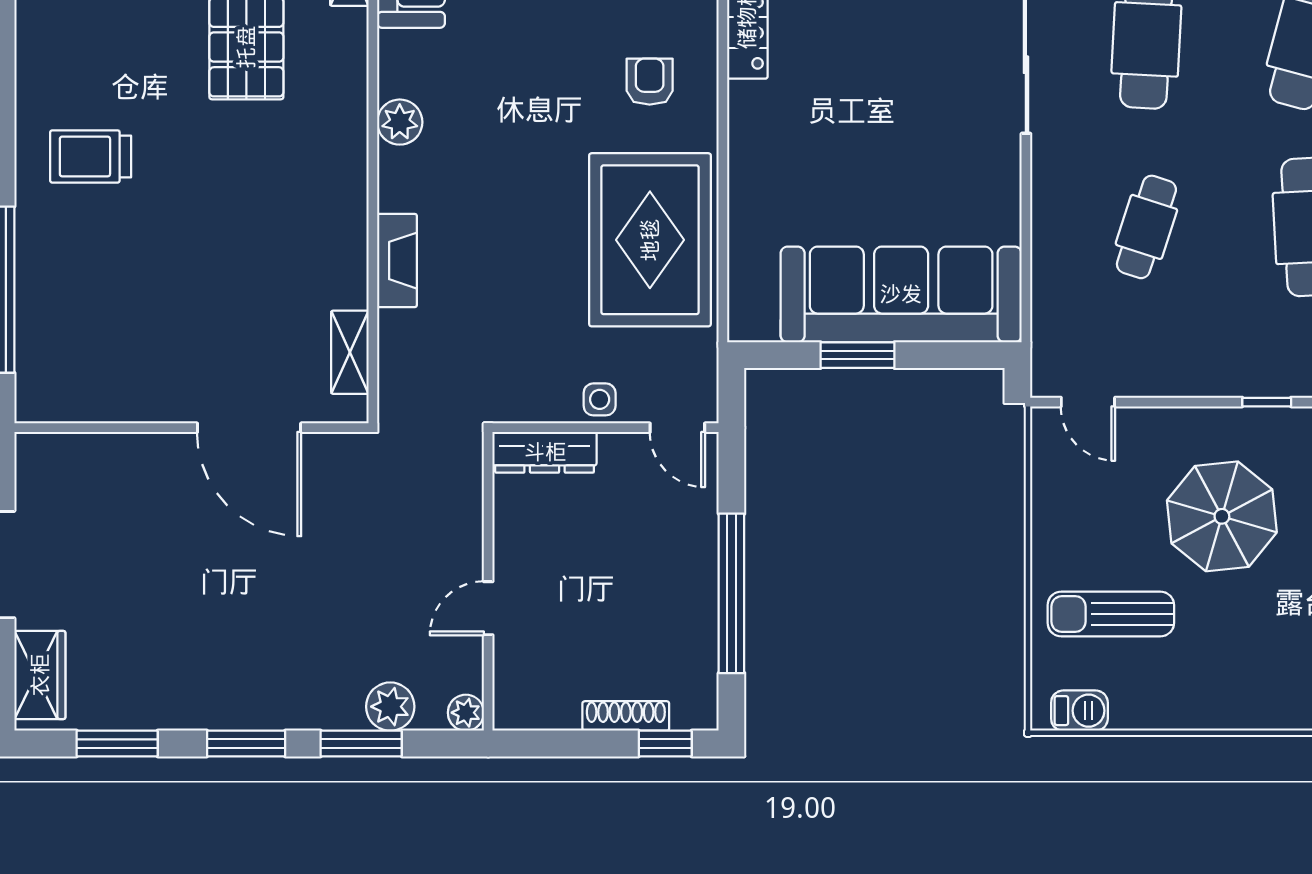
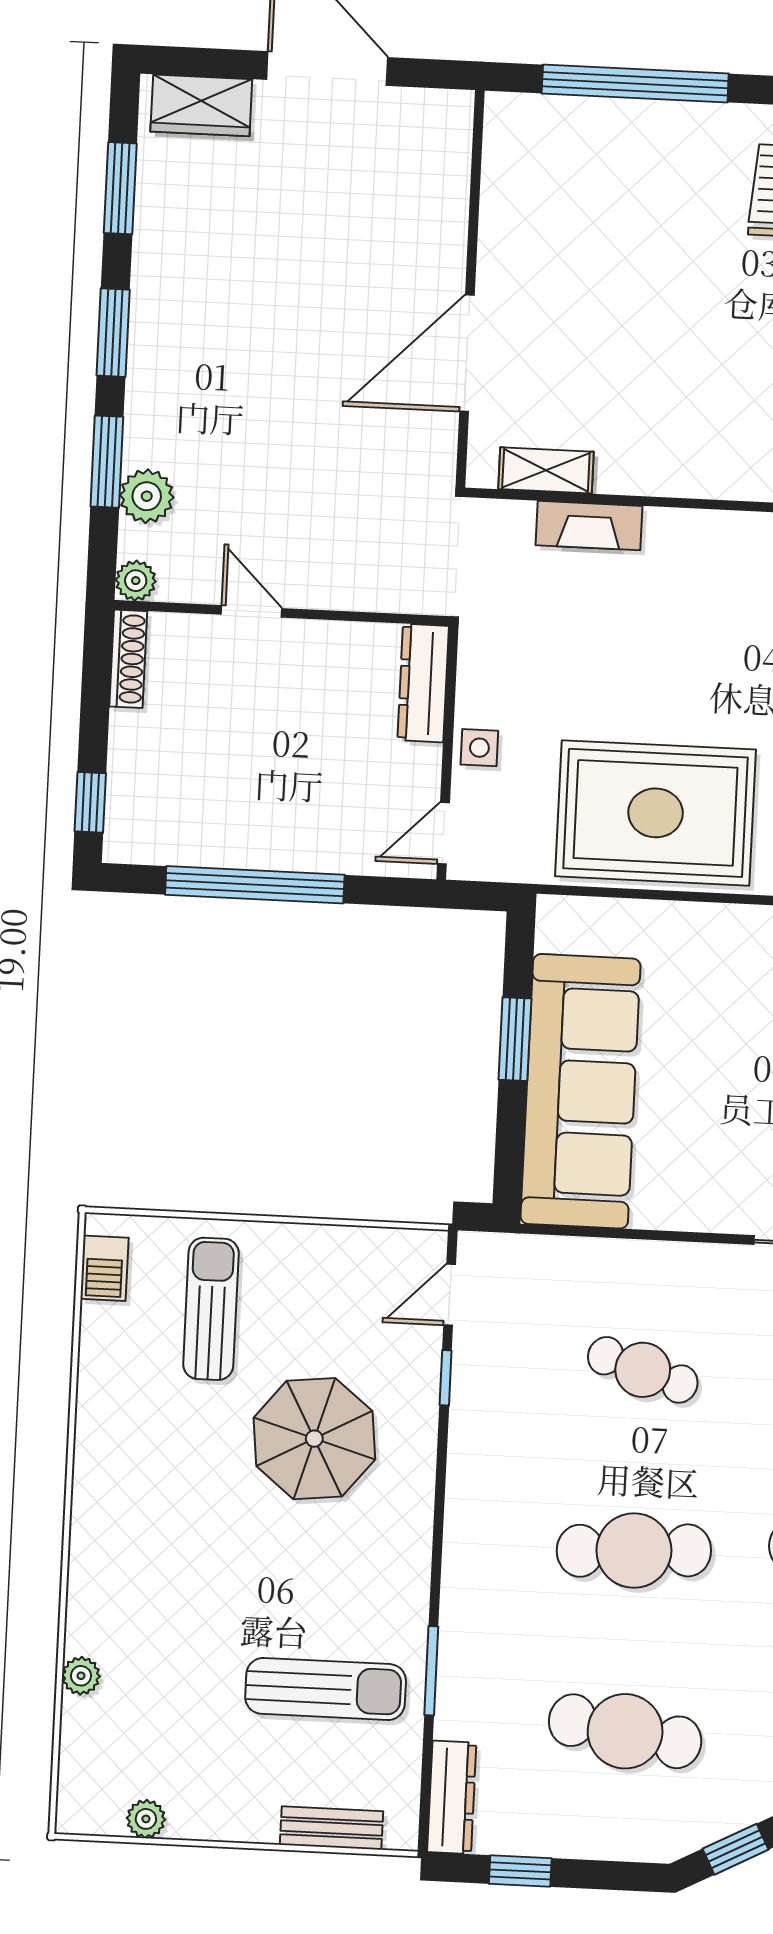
fireplace: (397, 261) -> (589, 526), moved
window: (1267, 402) -> (446, 1378), moved
shoe rack: (626, 716) -> (128, 659), moved

